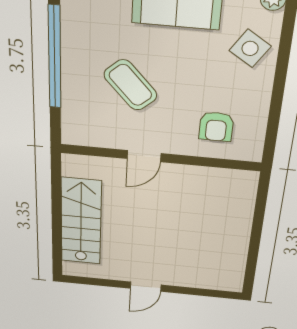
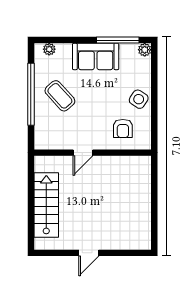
side table: (250, 48) -> (139, 99), moved
coffee table: (130, 85) -> (60, 96), moved

